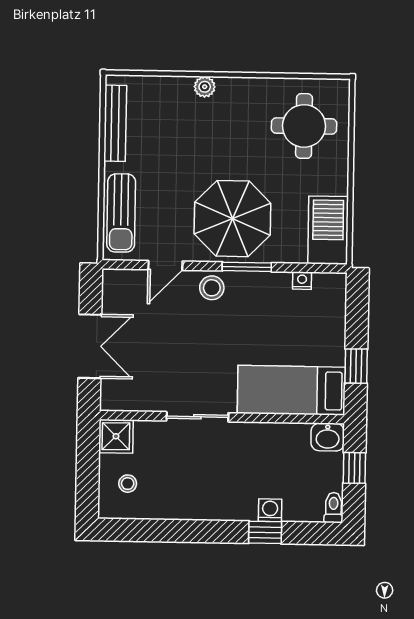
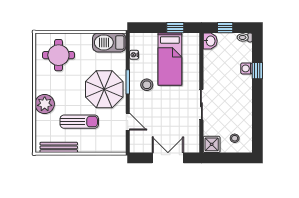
plant: (205, 87) -> (45, 104), width x1.88, depth x1.88
sun lounger: (121, 213) -> (79, 122), moved
stool: (212, 288) -> (147, 85), moved
bed: (291, 390) -> (170, 59), moved

